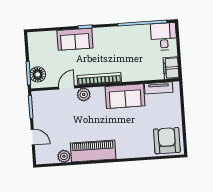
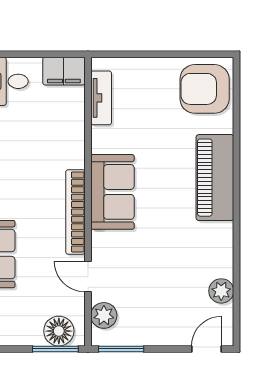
plant: (84, 94) -> (104, 315), moved
sofa: (125, 96) -> (112, 192), moved
door: (33, 137) -> (206, 349), moved
piano: (93, 151) -> (215, 178), moved

